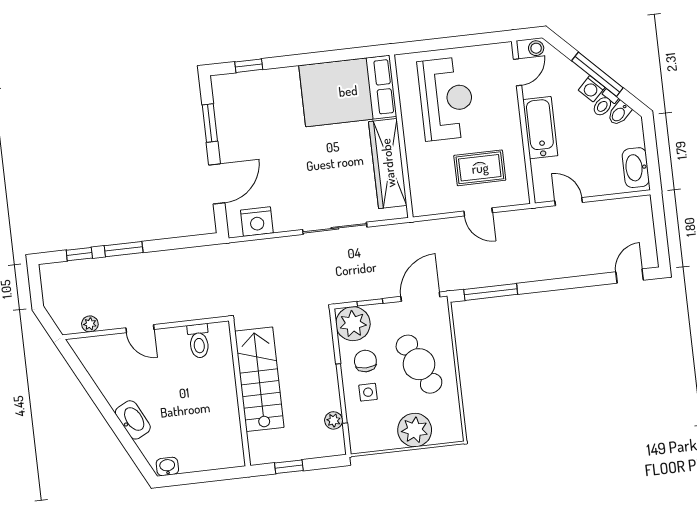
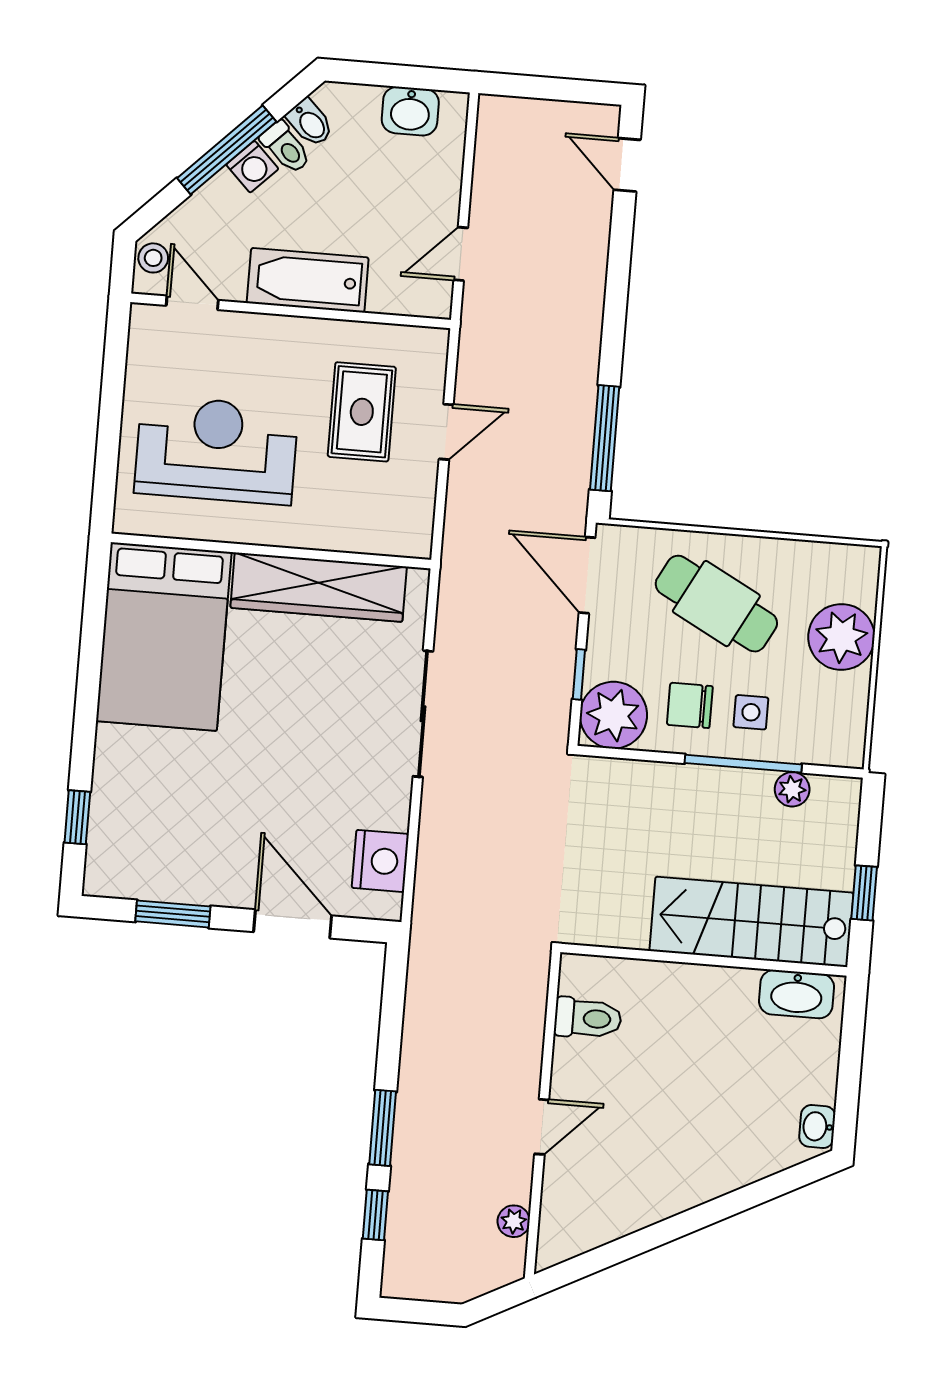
washbasin: (636, 168) -> (410, 111), width x0.72
cafe table: (419, 364) -> (716, 604), turned 54
stairs: (259, 379) -> (751, 922), moved
washbasin: (133, 420) -> (797, 994), moved, turned -153

